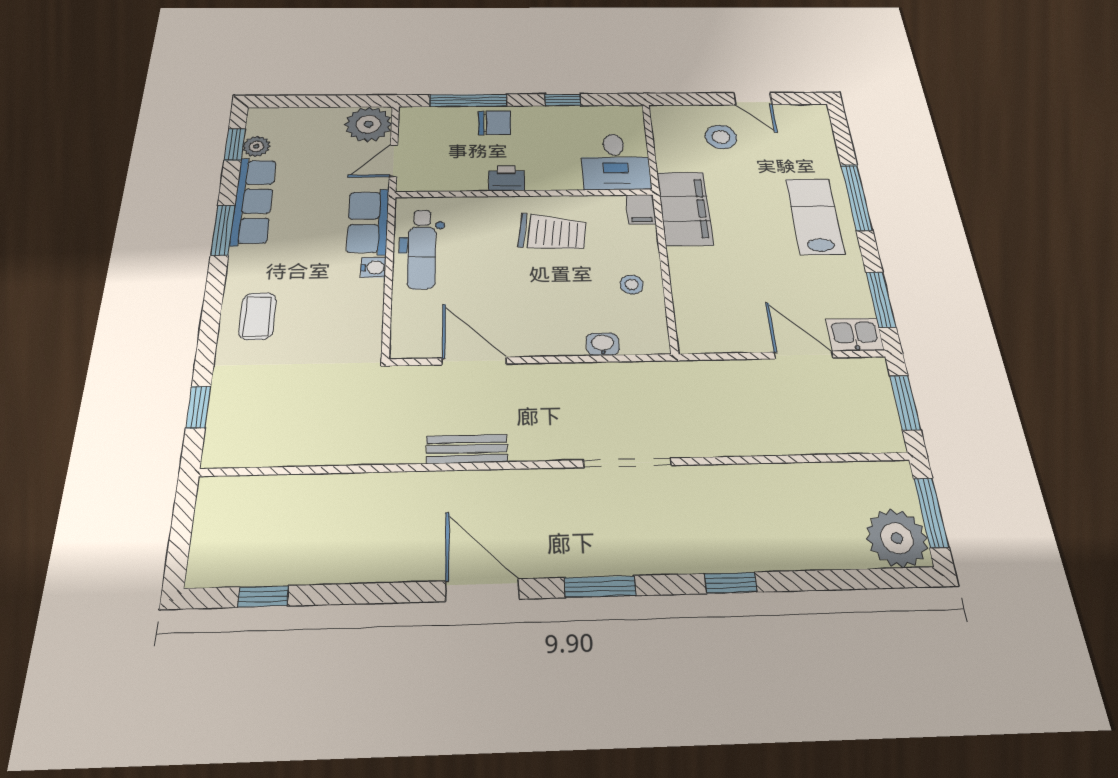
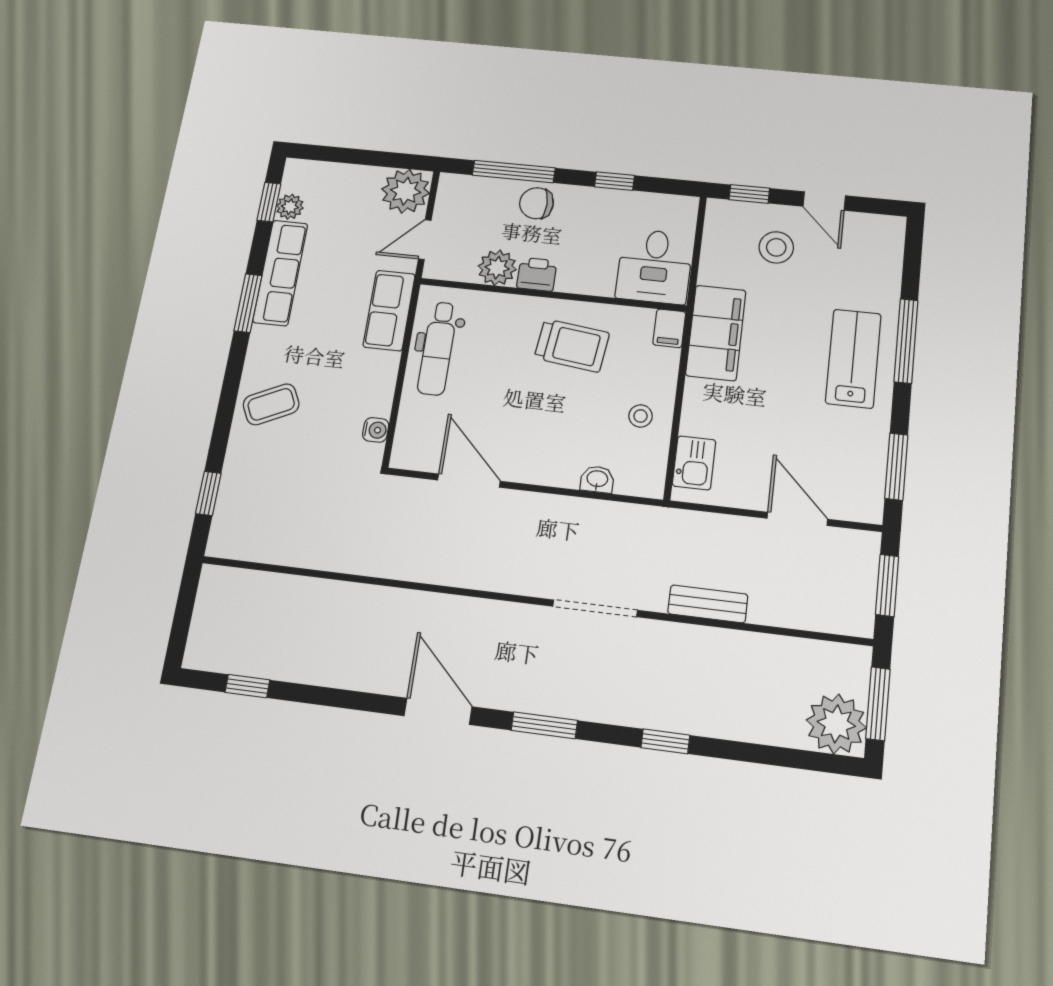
window: (686, 99) -> (749, 194), added
chair: (495, 123) -> (537, 203), turned 180
plant: (468, 177) -> (497, 268), added
water cooler: (373, 267) -> (376, 430), moved
coffee table: (258, 316) -> (271, 404), turned 64
kitchen sink: (855, 335) -> (694, 463), moved, turned 90
bench: (467, 449) -> (708, 604), moved

